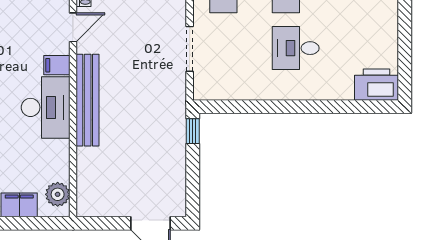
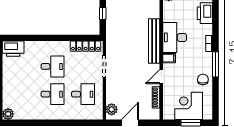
locker: (228, 90) -> (86, 46), added
window: (193, 131) -> (103, 13), moved

